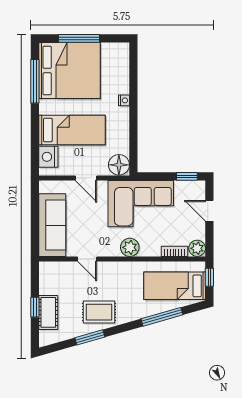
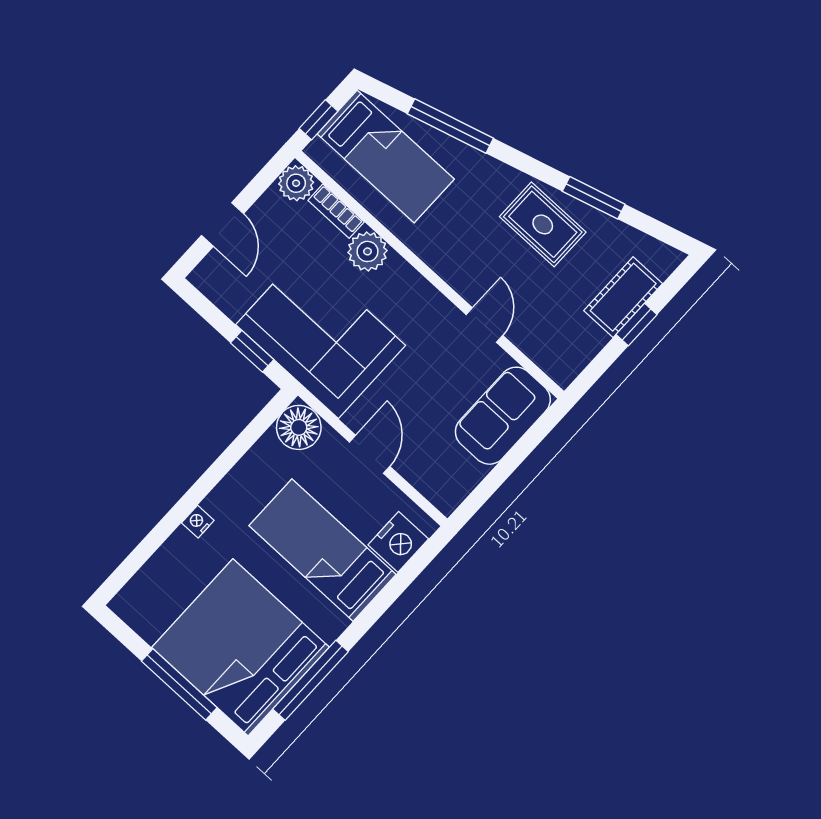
window: (187, 176) -> (252, 351), moved
sofa: (52, 225) -> (503, 416), width x0.73
plant: (130, 247) -> (367, 251), moved

